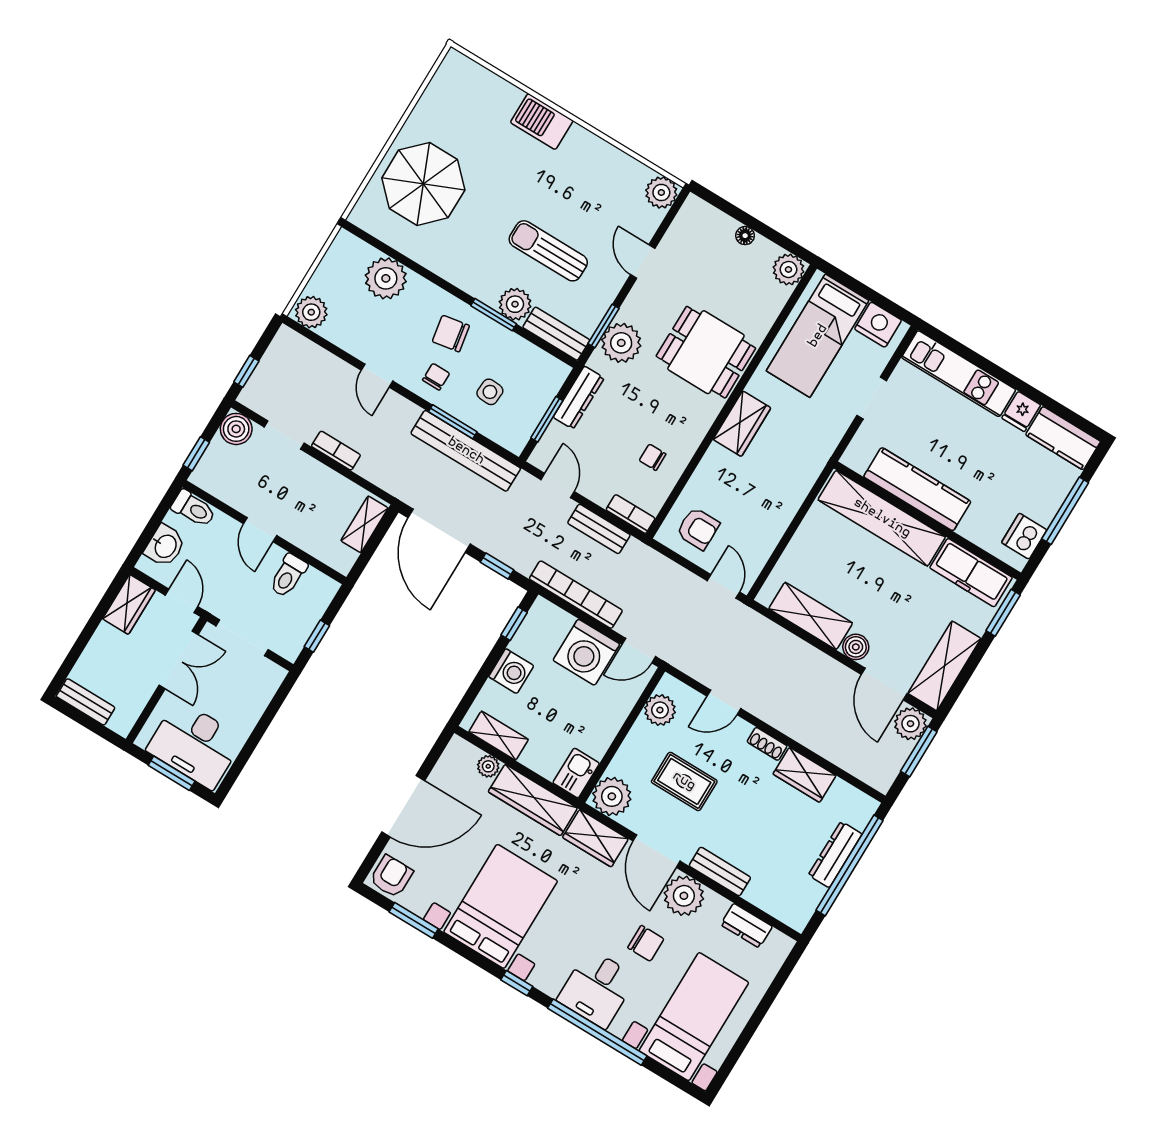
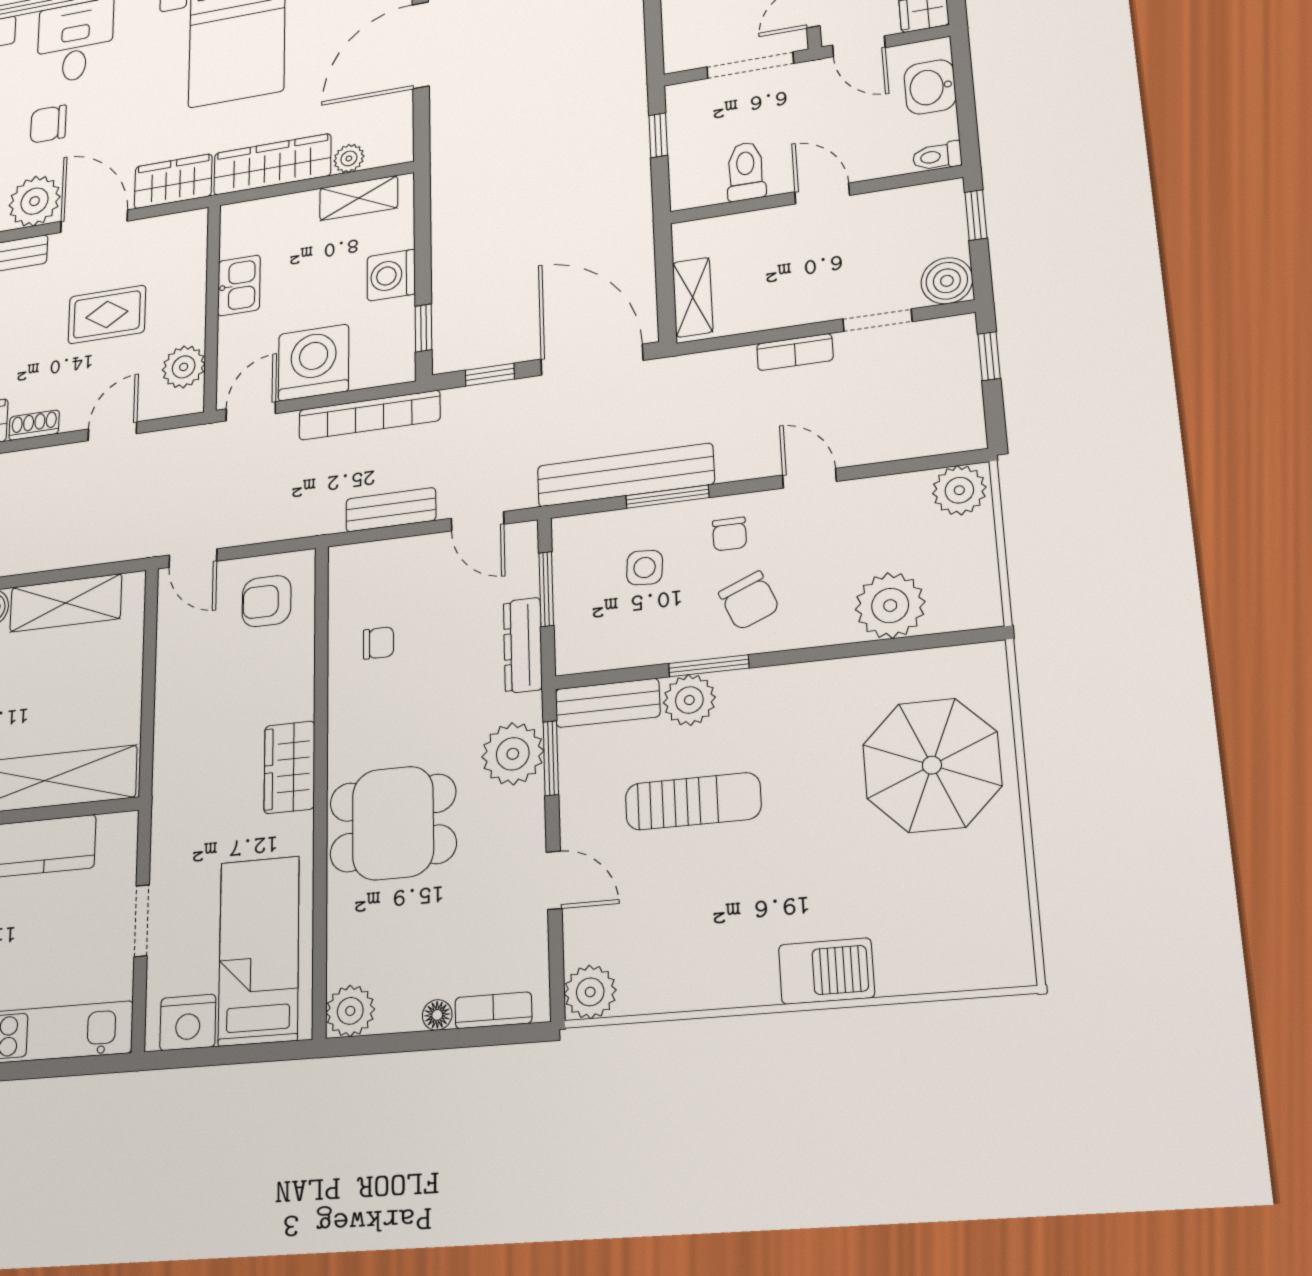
chair: (451, 334) -> (749, 601), turned 77
toilet: (194, 509) -> (937, 156), width x0.73, depth x0.72
bookcase: (631, 514) -> (493, 1010), moved, turned 180
kitchen sink: (576, 773) -> (239, 285), moved
plant: (612, 796) -> (182, 237), removed

